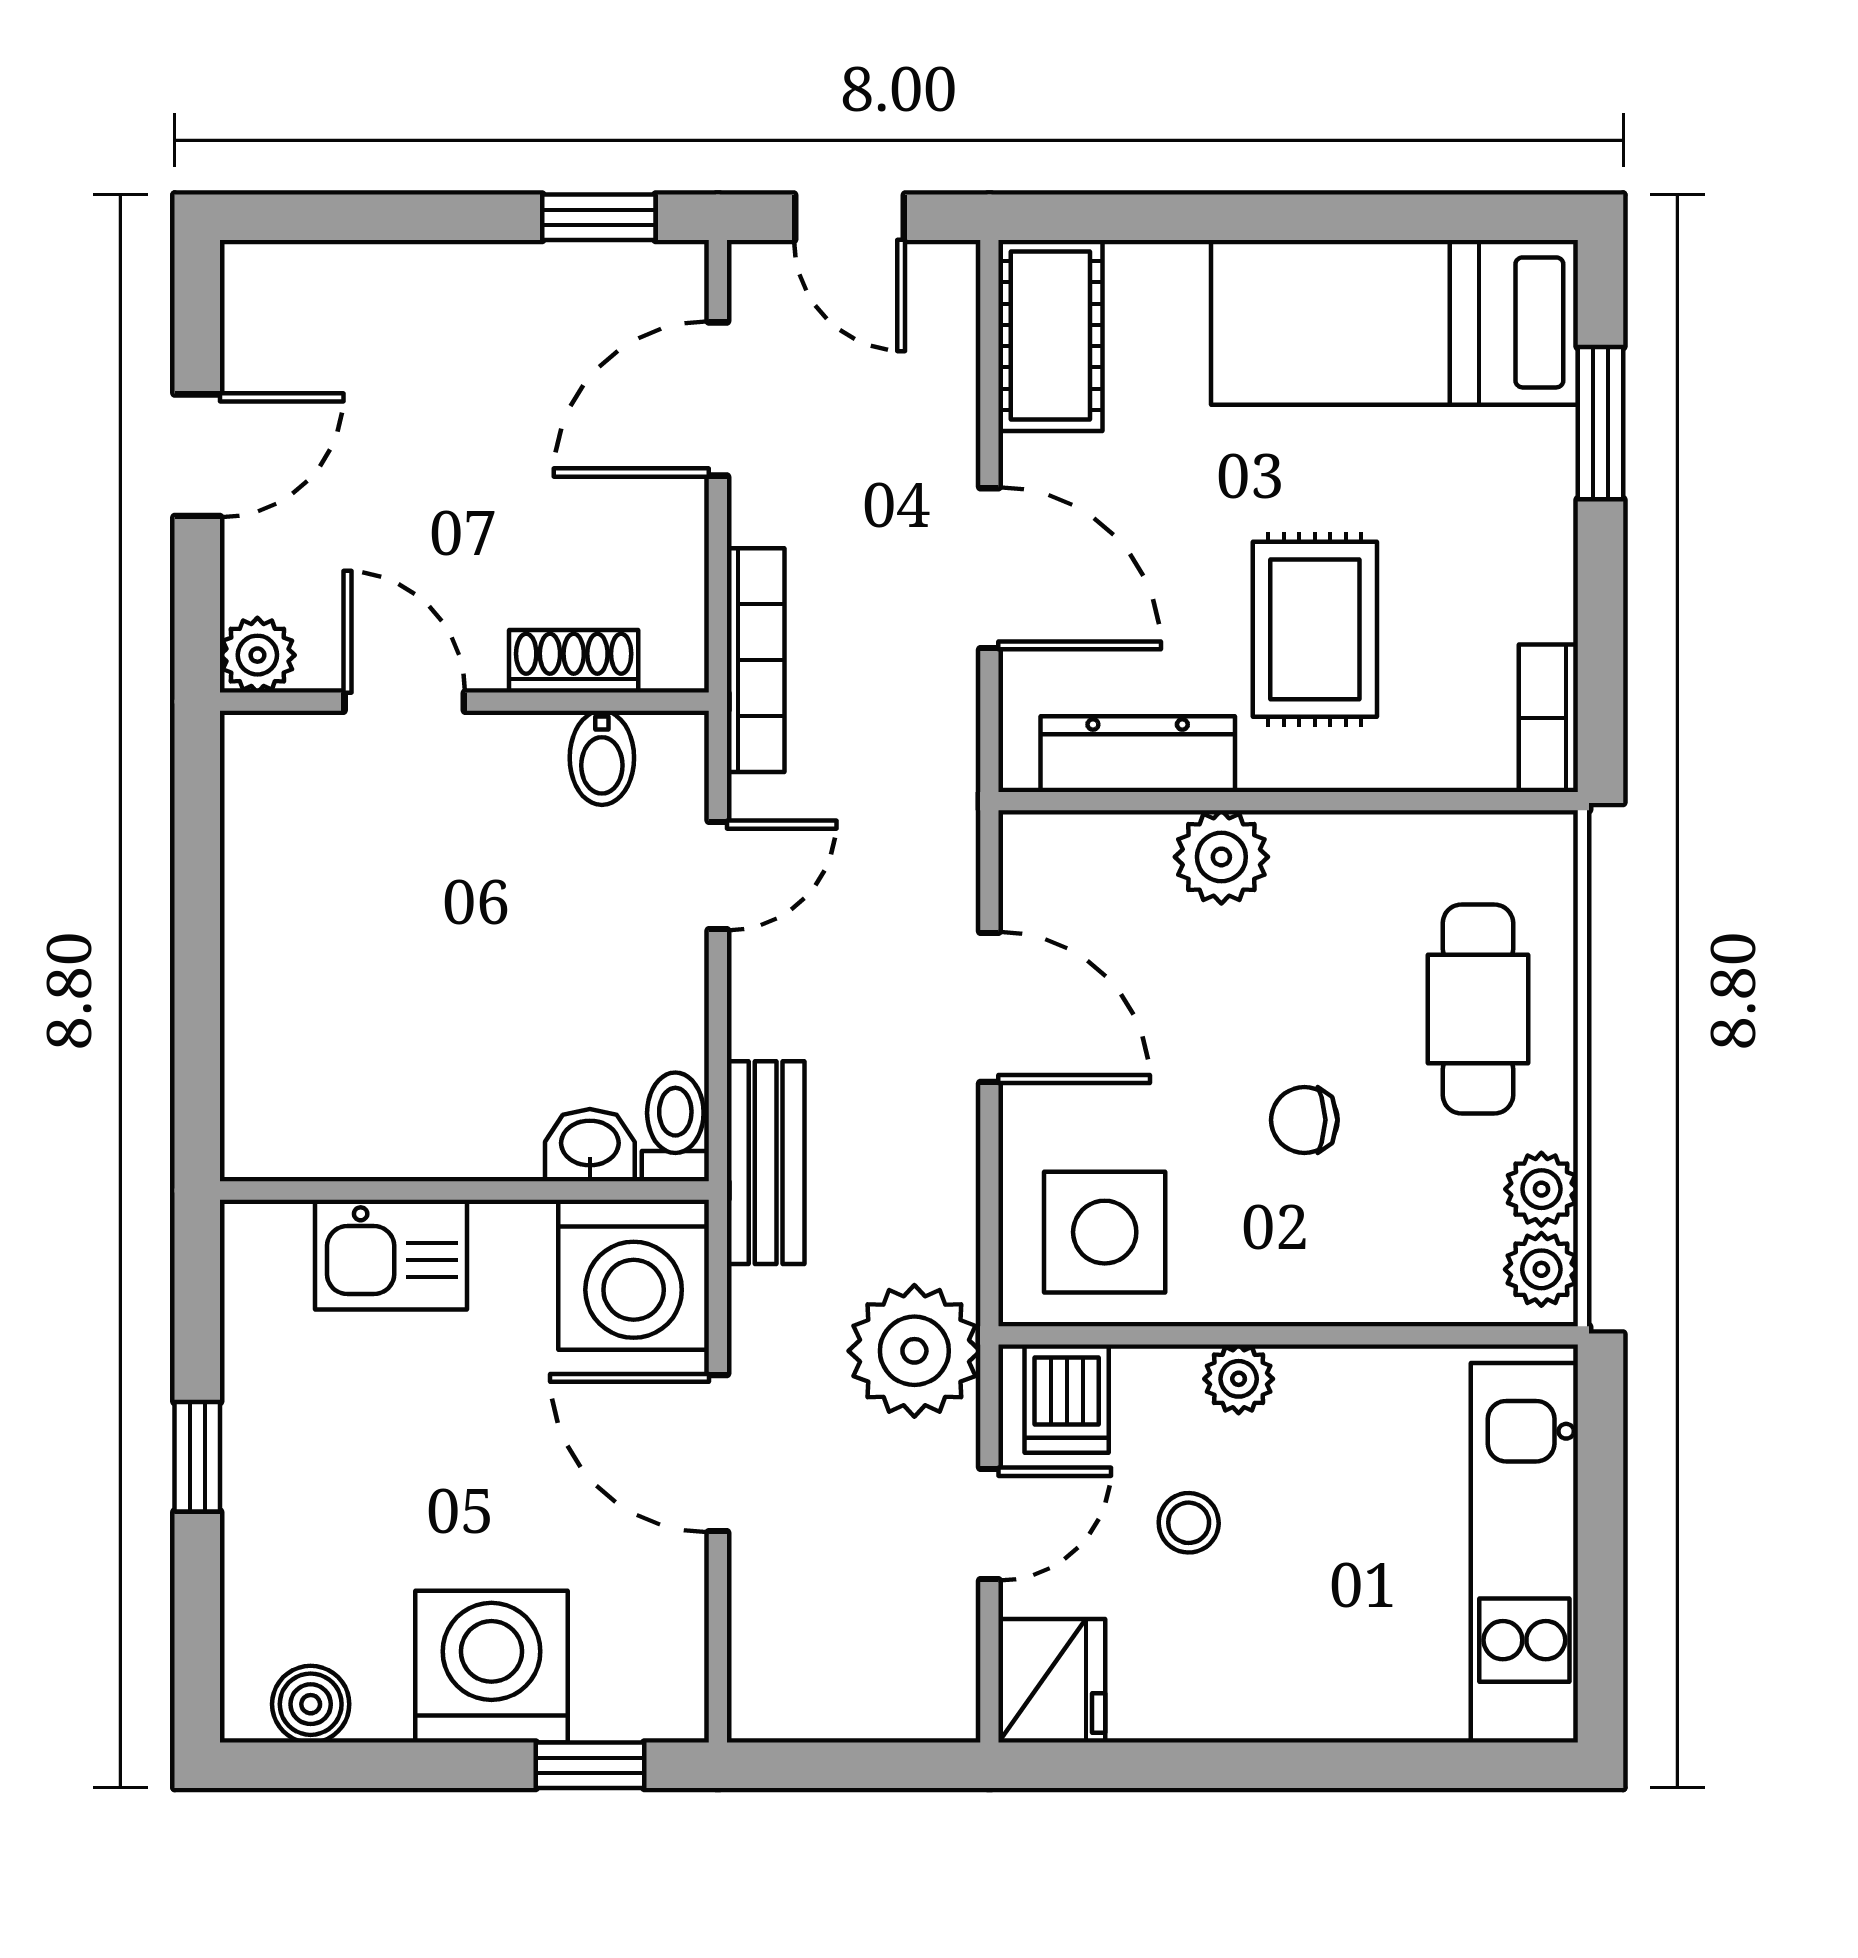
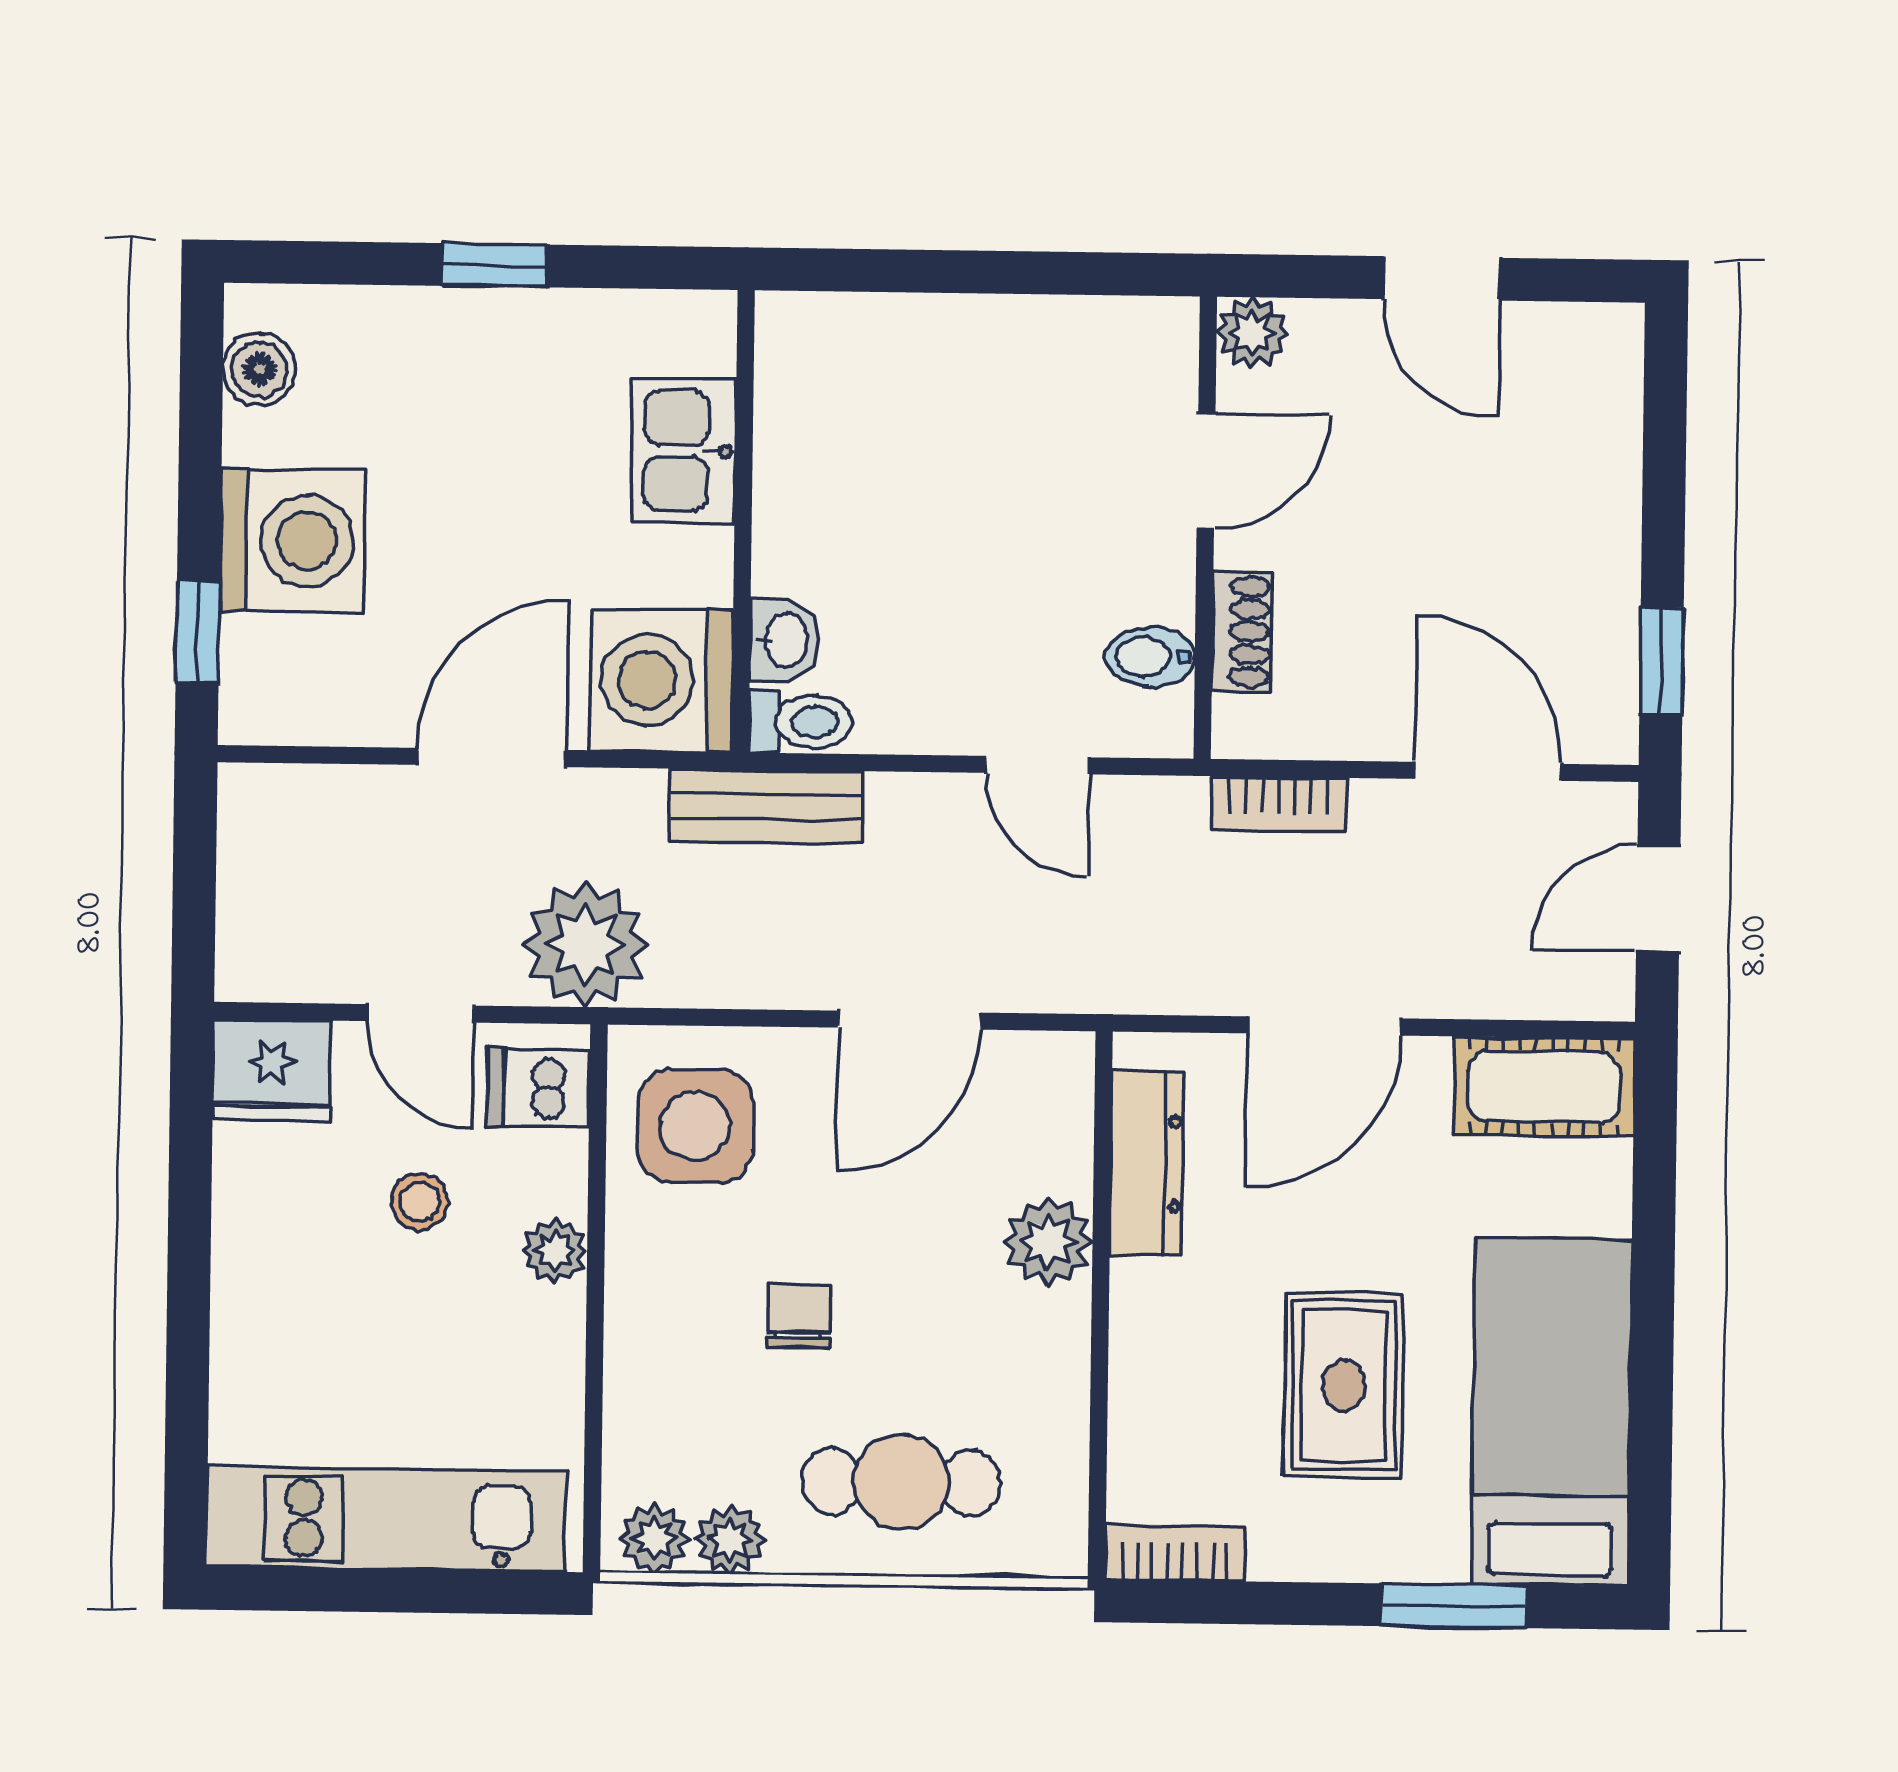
rug: (1315, 629) -> (1344, 1385), moved, turned 90
bookcase: (756, 660) -> (1279, 804), width x0.64

